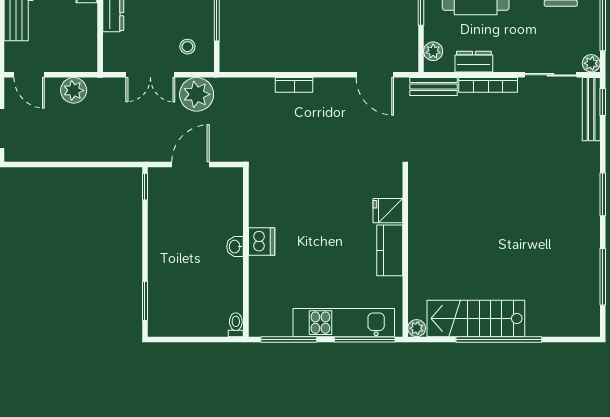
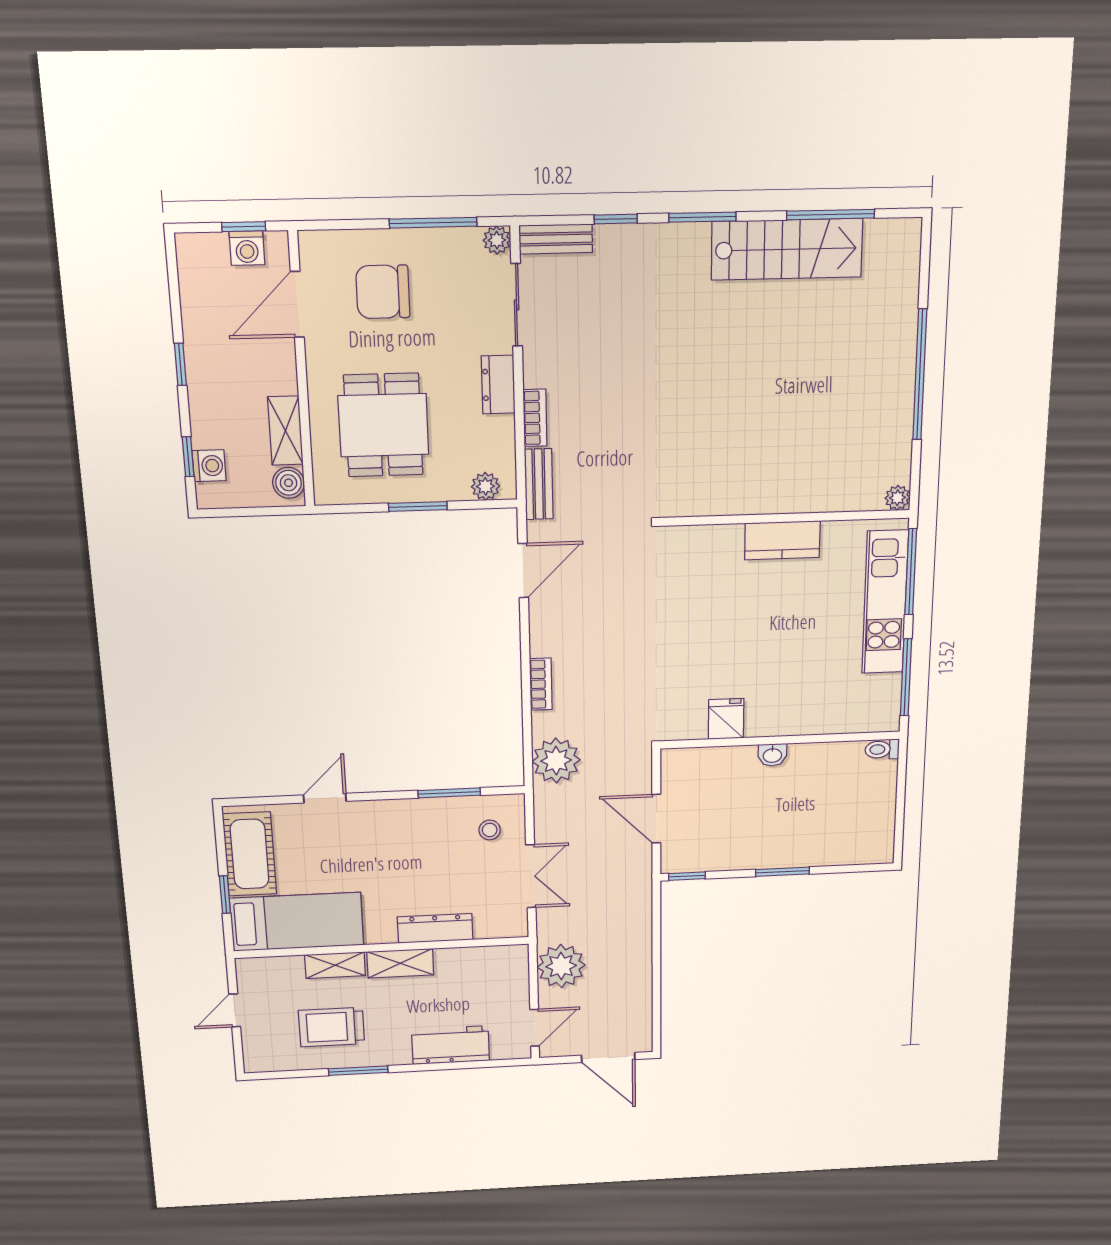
dresser: (474, 62) -> (498, 385), moved
bookcase: (488, 85) -> (535, 418), width x0.64
plant: (74, 90) -> (561, 966), width x1.36, depth x1.36
plant: (197, 94) -> (556, 761), moved
window: (603, 102) -> (616, 219), moved
bench: (591, 109) -> (556, 239), width x0.73
fridge: (388, 211) -> (726, 719), moved, turned 180
dishwasher: (262, 241) -> (766, 720), removed
window: (145, 301) -> (782, 872), moved
stairs: (476, 318) -> (787, 249), moved, turned -90

